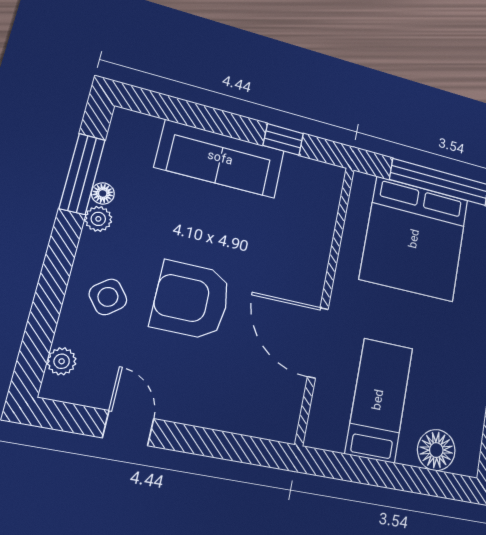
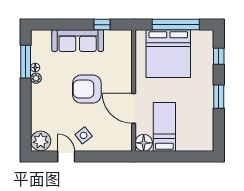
side table: (108, 297) -> (84, 135), moved
armchair: (191, 300) -> (87, 89), moved
plant: (62, 361) -> (41, 141), width x1.88, depth x1.88
floor lamp: (436, 450) -> (144, 143), moved

